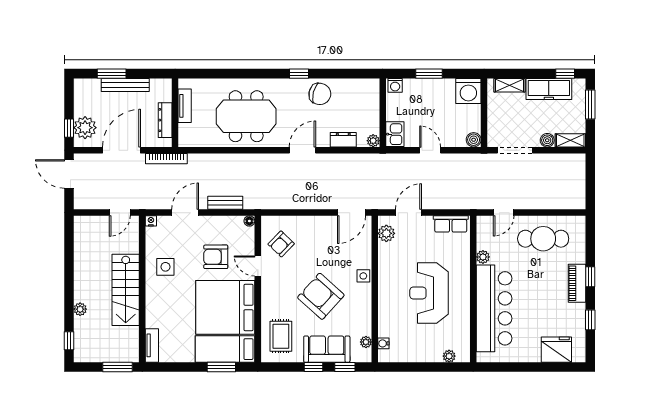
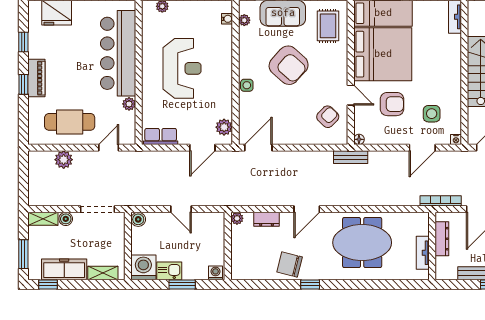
kitchen sink: (395, 134) -> (169, 271), moved, turned 90
plant: (549, 200) -> (64, 160), added
bench: (225, 203) -> (351, 157), moved
side table: (165, 267) -> (432, 114), moved

